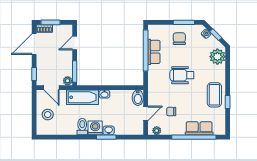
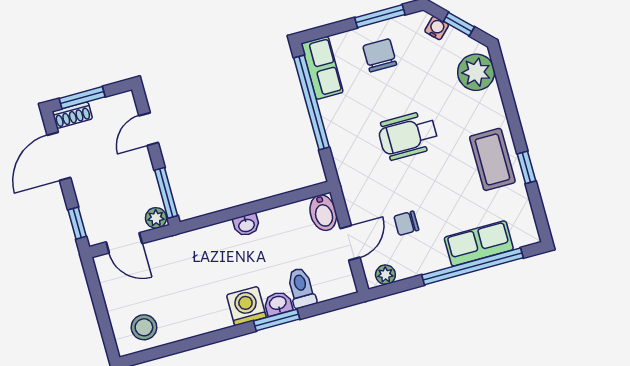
row of seats: (154, 52) -> (322, 68), moved
bathtub: (83, 97) -> (199, 246), removed
stool: (48, 115) -> (144, 327), moved
toilet: (82, 127) -> (301, 288), moved

